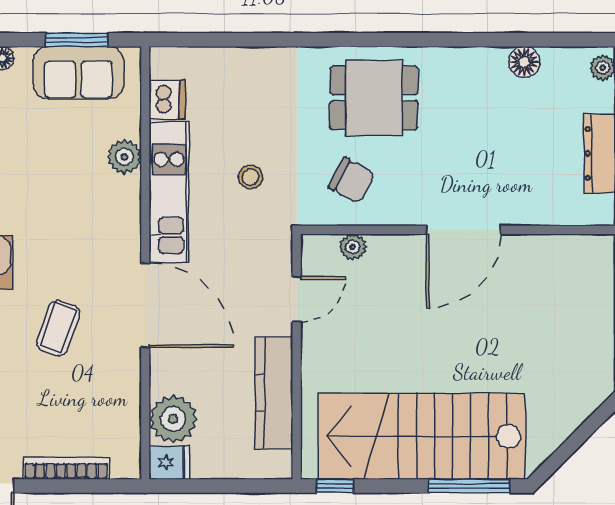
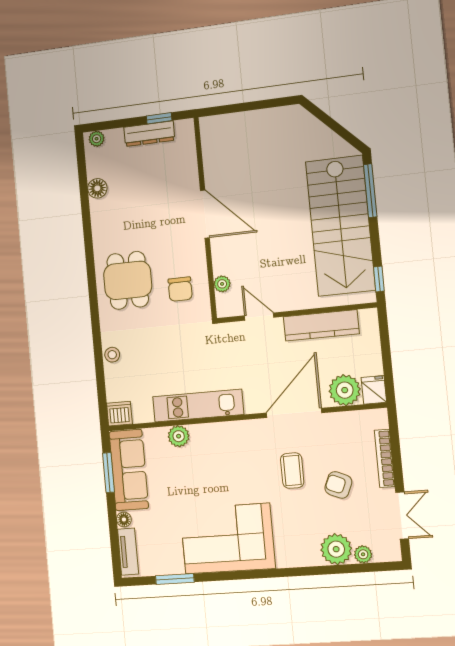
sofa: (78, 73) -> (129, 470), width x1.36
dishwasher: (167, 100) -> (119, 414), moved
stool: (250, 177) -> (112, 355), moved
chair: (351, 180) -> (180, 289), turned 152
door: (145, 305) -> (294, 413), moved
coffee table: (58, 328) -> (292, 471), turned 70
armchair: (32, 396) -> (338, 485), added

